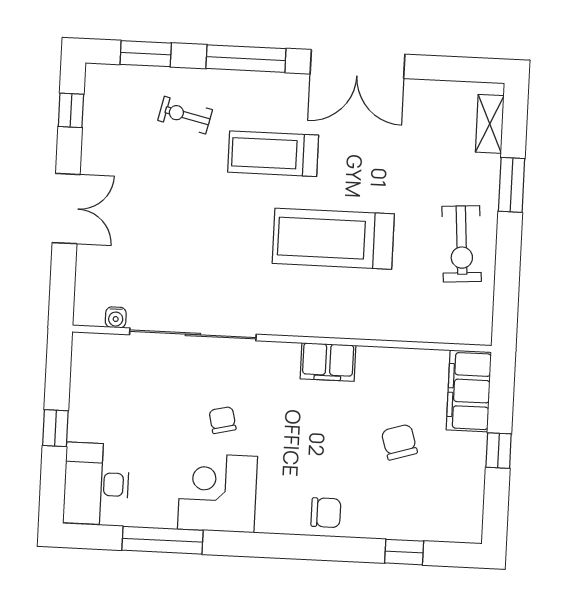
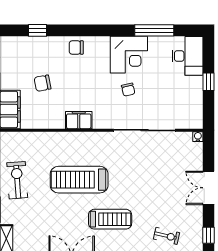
exercise bike: (185, 115) -> (167, 236), moved
treadmill: (333, 239) -> (79, 180), turned 180
water cooler: (116, 317) -> (198, 137), moved
chair: (399, 442) -> (42, 83), turned 96

